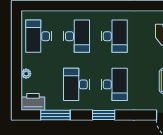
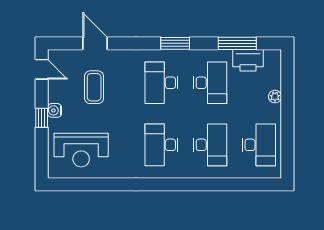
desk: (76, 36) -> (210, 145), turned 180
printer: (33, 102) -> (248, 60), moved

